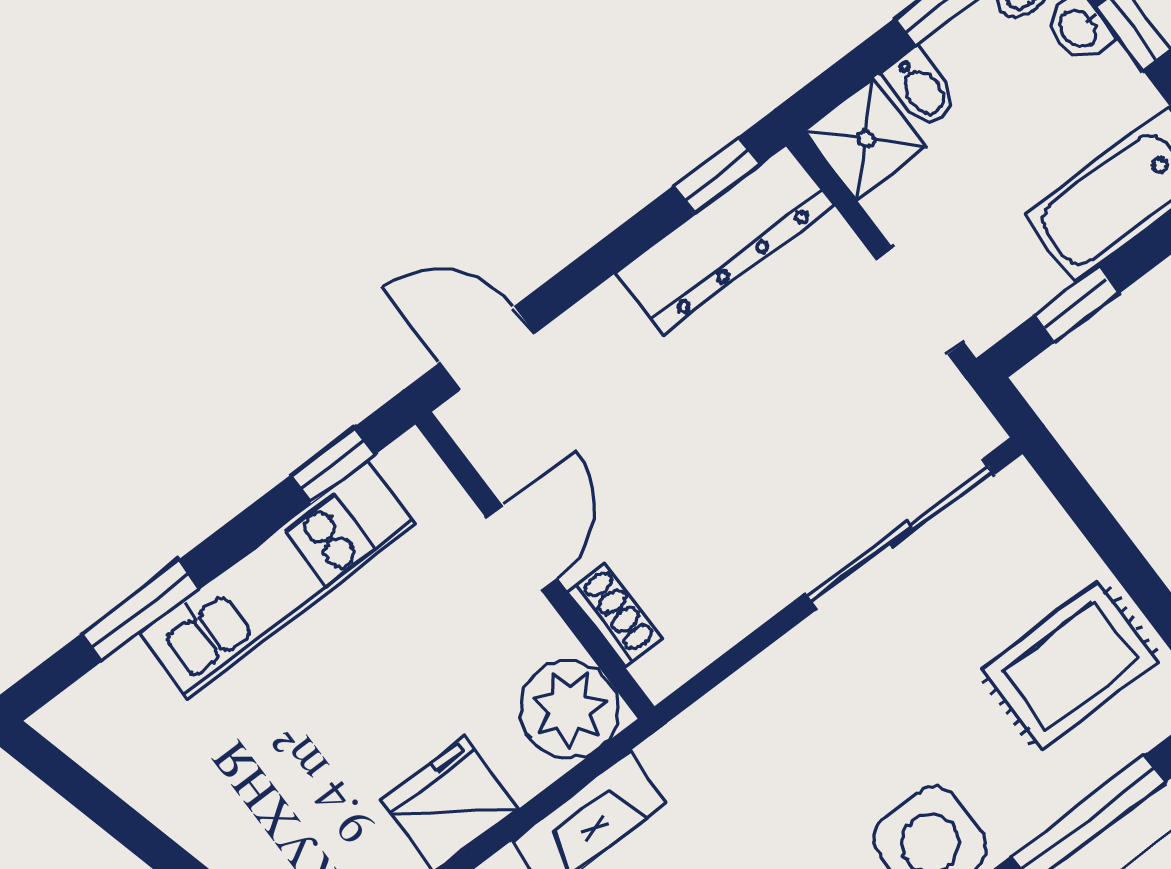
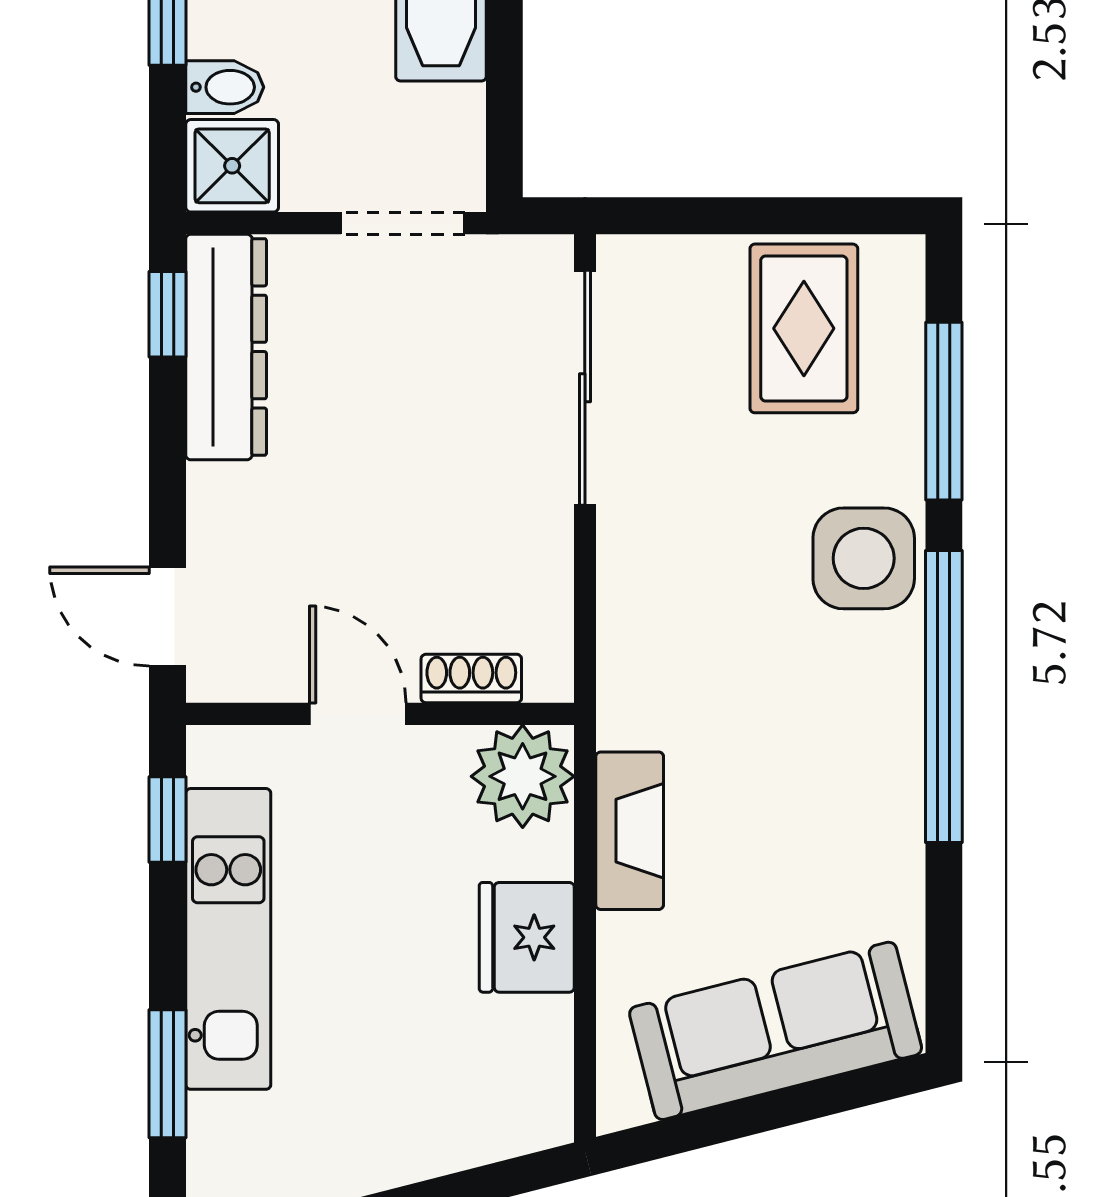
window: (1076, 304) -> (504, 94), removed
door: (487, 348) -> (168, 617), hinge flipped

